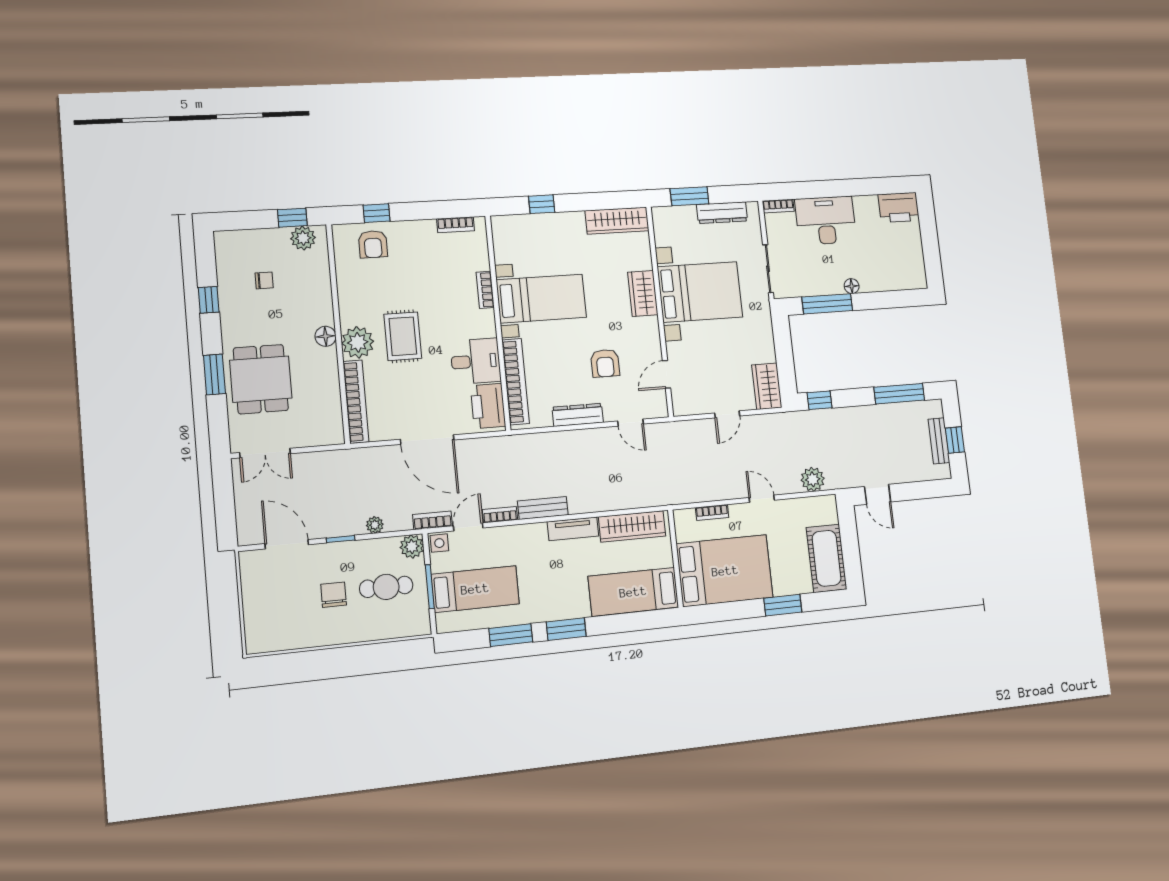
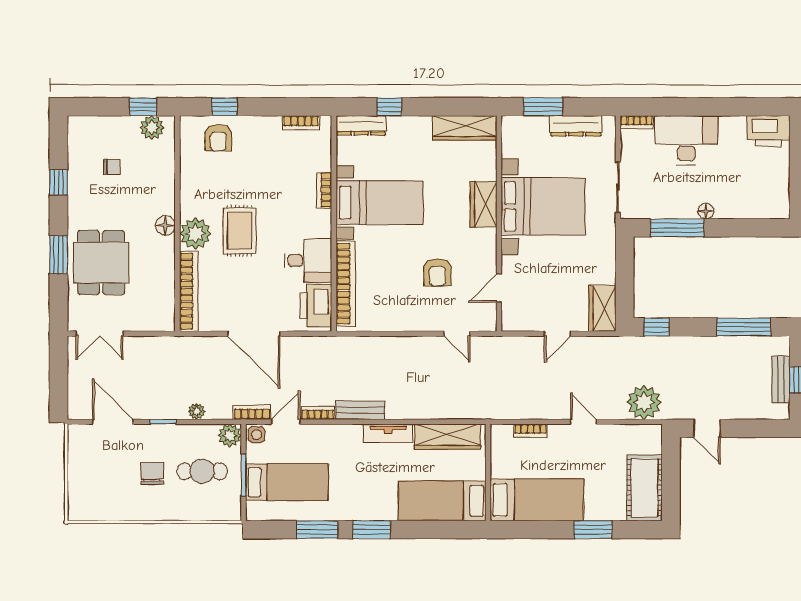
dresser: (578, 415) -> (361, 125), moved, turned 180
plant: (813, 479) -> (644, 402), width x1.36, depth x1.36
bed: (725, 571) -> (537, 500), width x0.67

